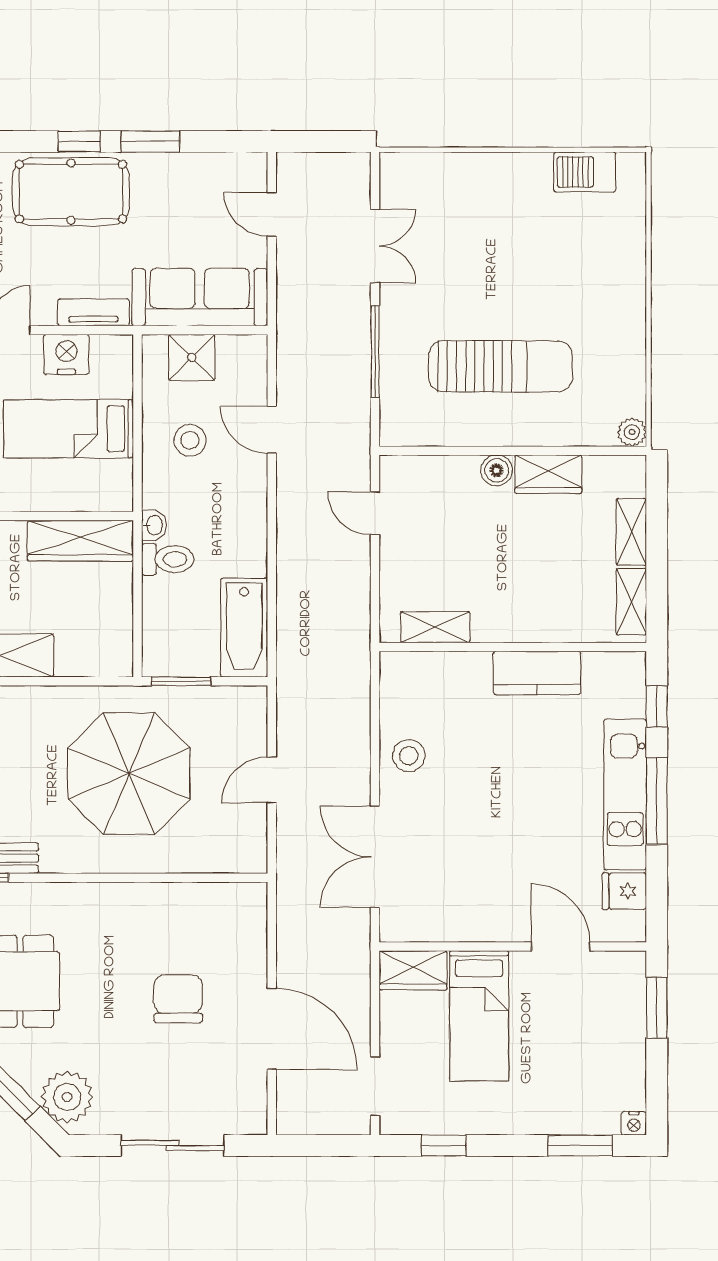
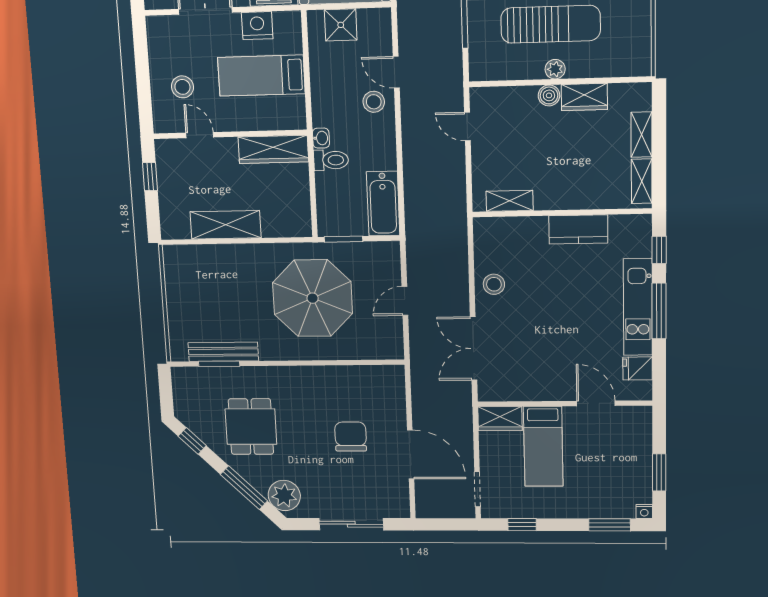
plant: (632, 432) -> (555, 69), moved
stool: (190, 440) -> (374, 102), moved
window: (657, 1008) -> (659, 472), moved

